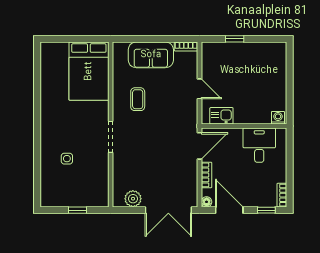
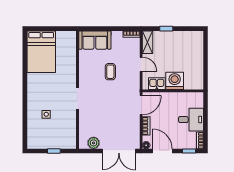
sofa: (151, 55) -> (95, 40), moved
shelving: (209, 58) -> (148, 42), added
bed: (89, 71) -> (41, 52), moved
coffee table: (138, 99) -> (110, 72), moved
washing machine: (278, 118) -> (175, 81), moved, width x1.89, depth x1.89
desk: (259, 145) -> (191, 120), moved, turned 90

